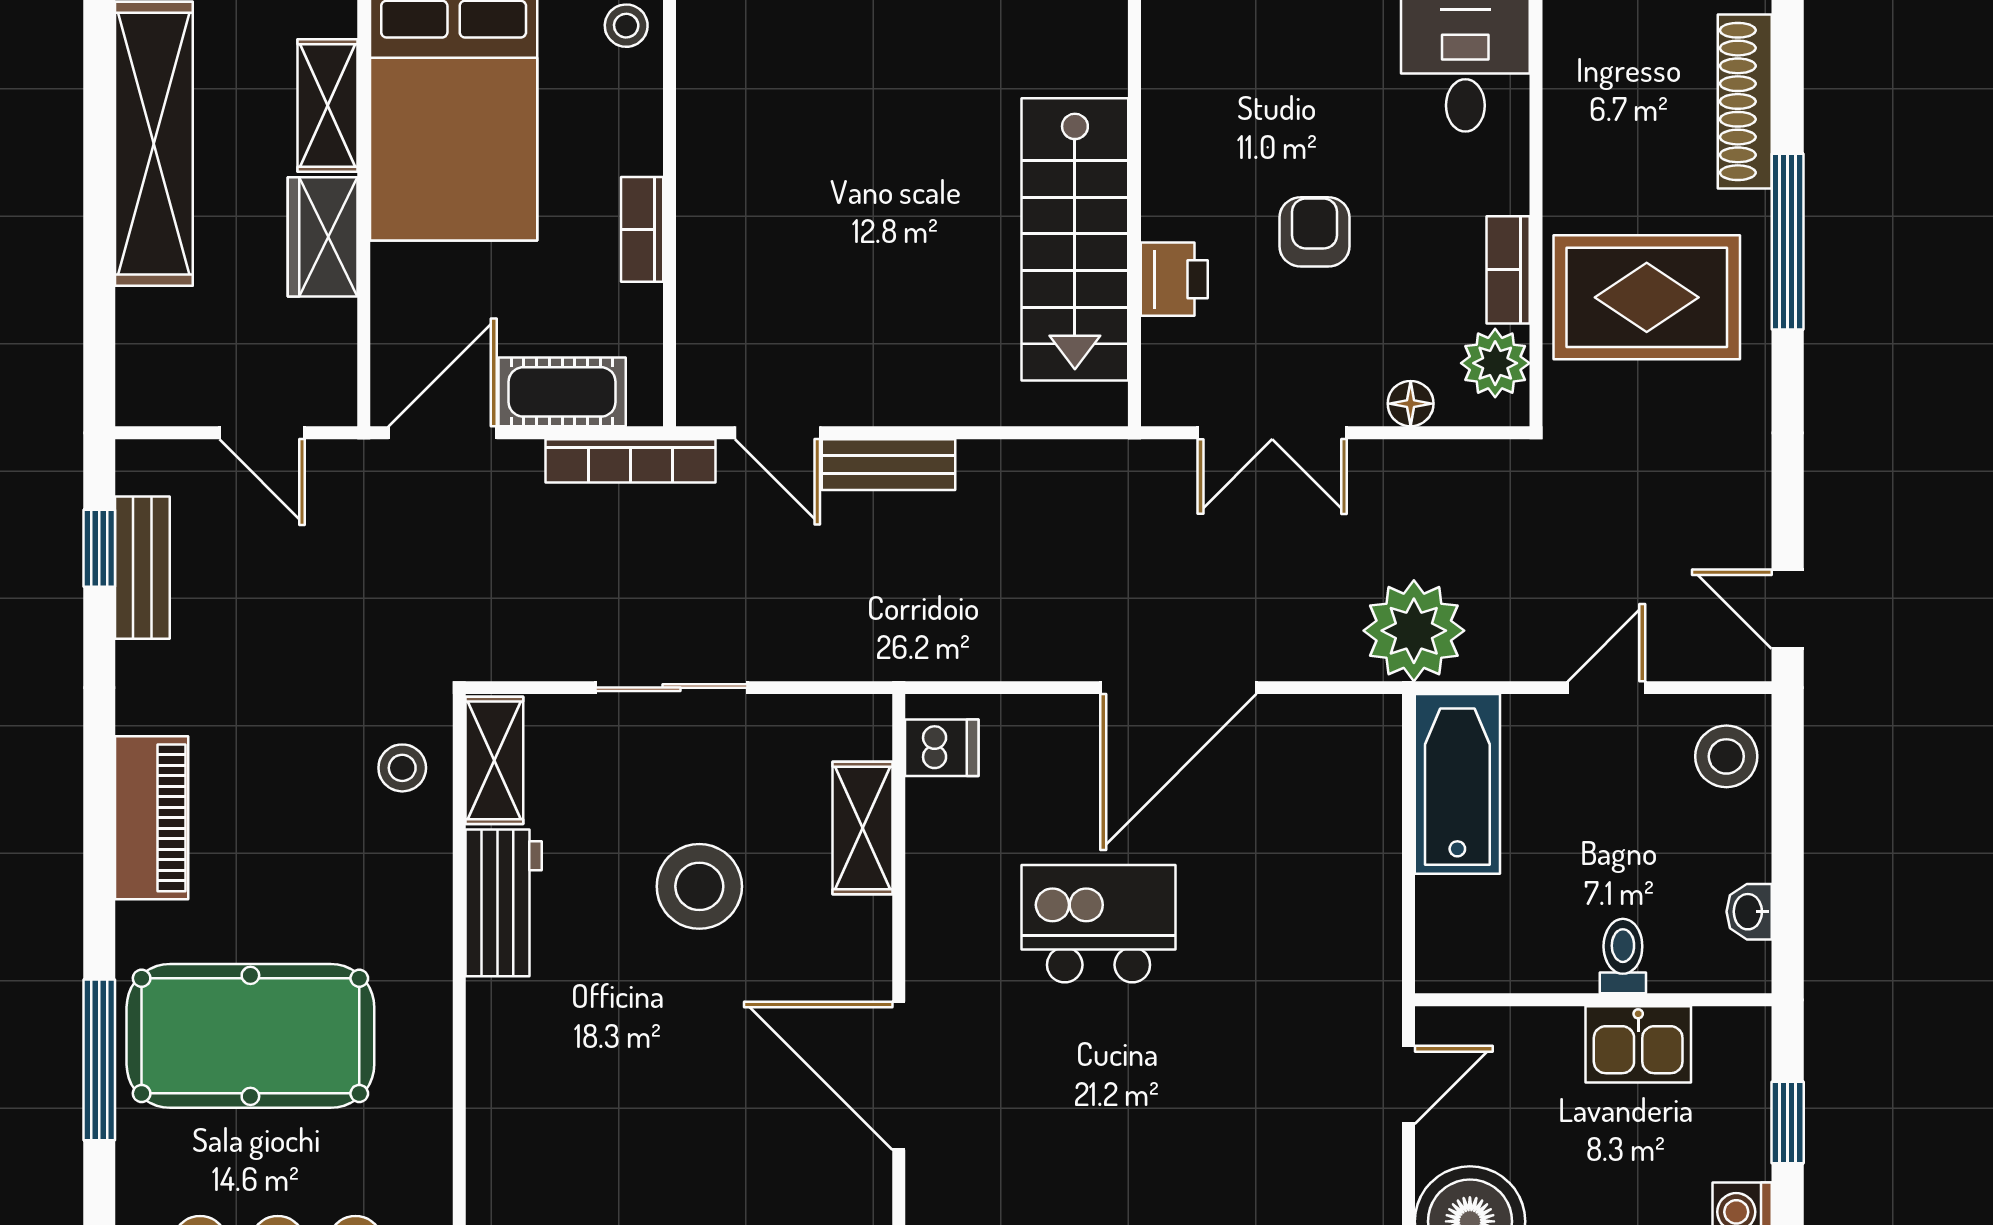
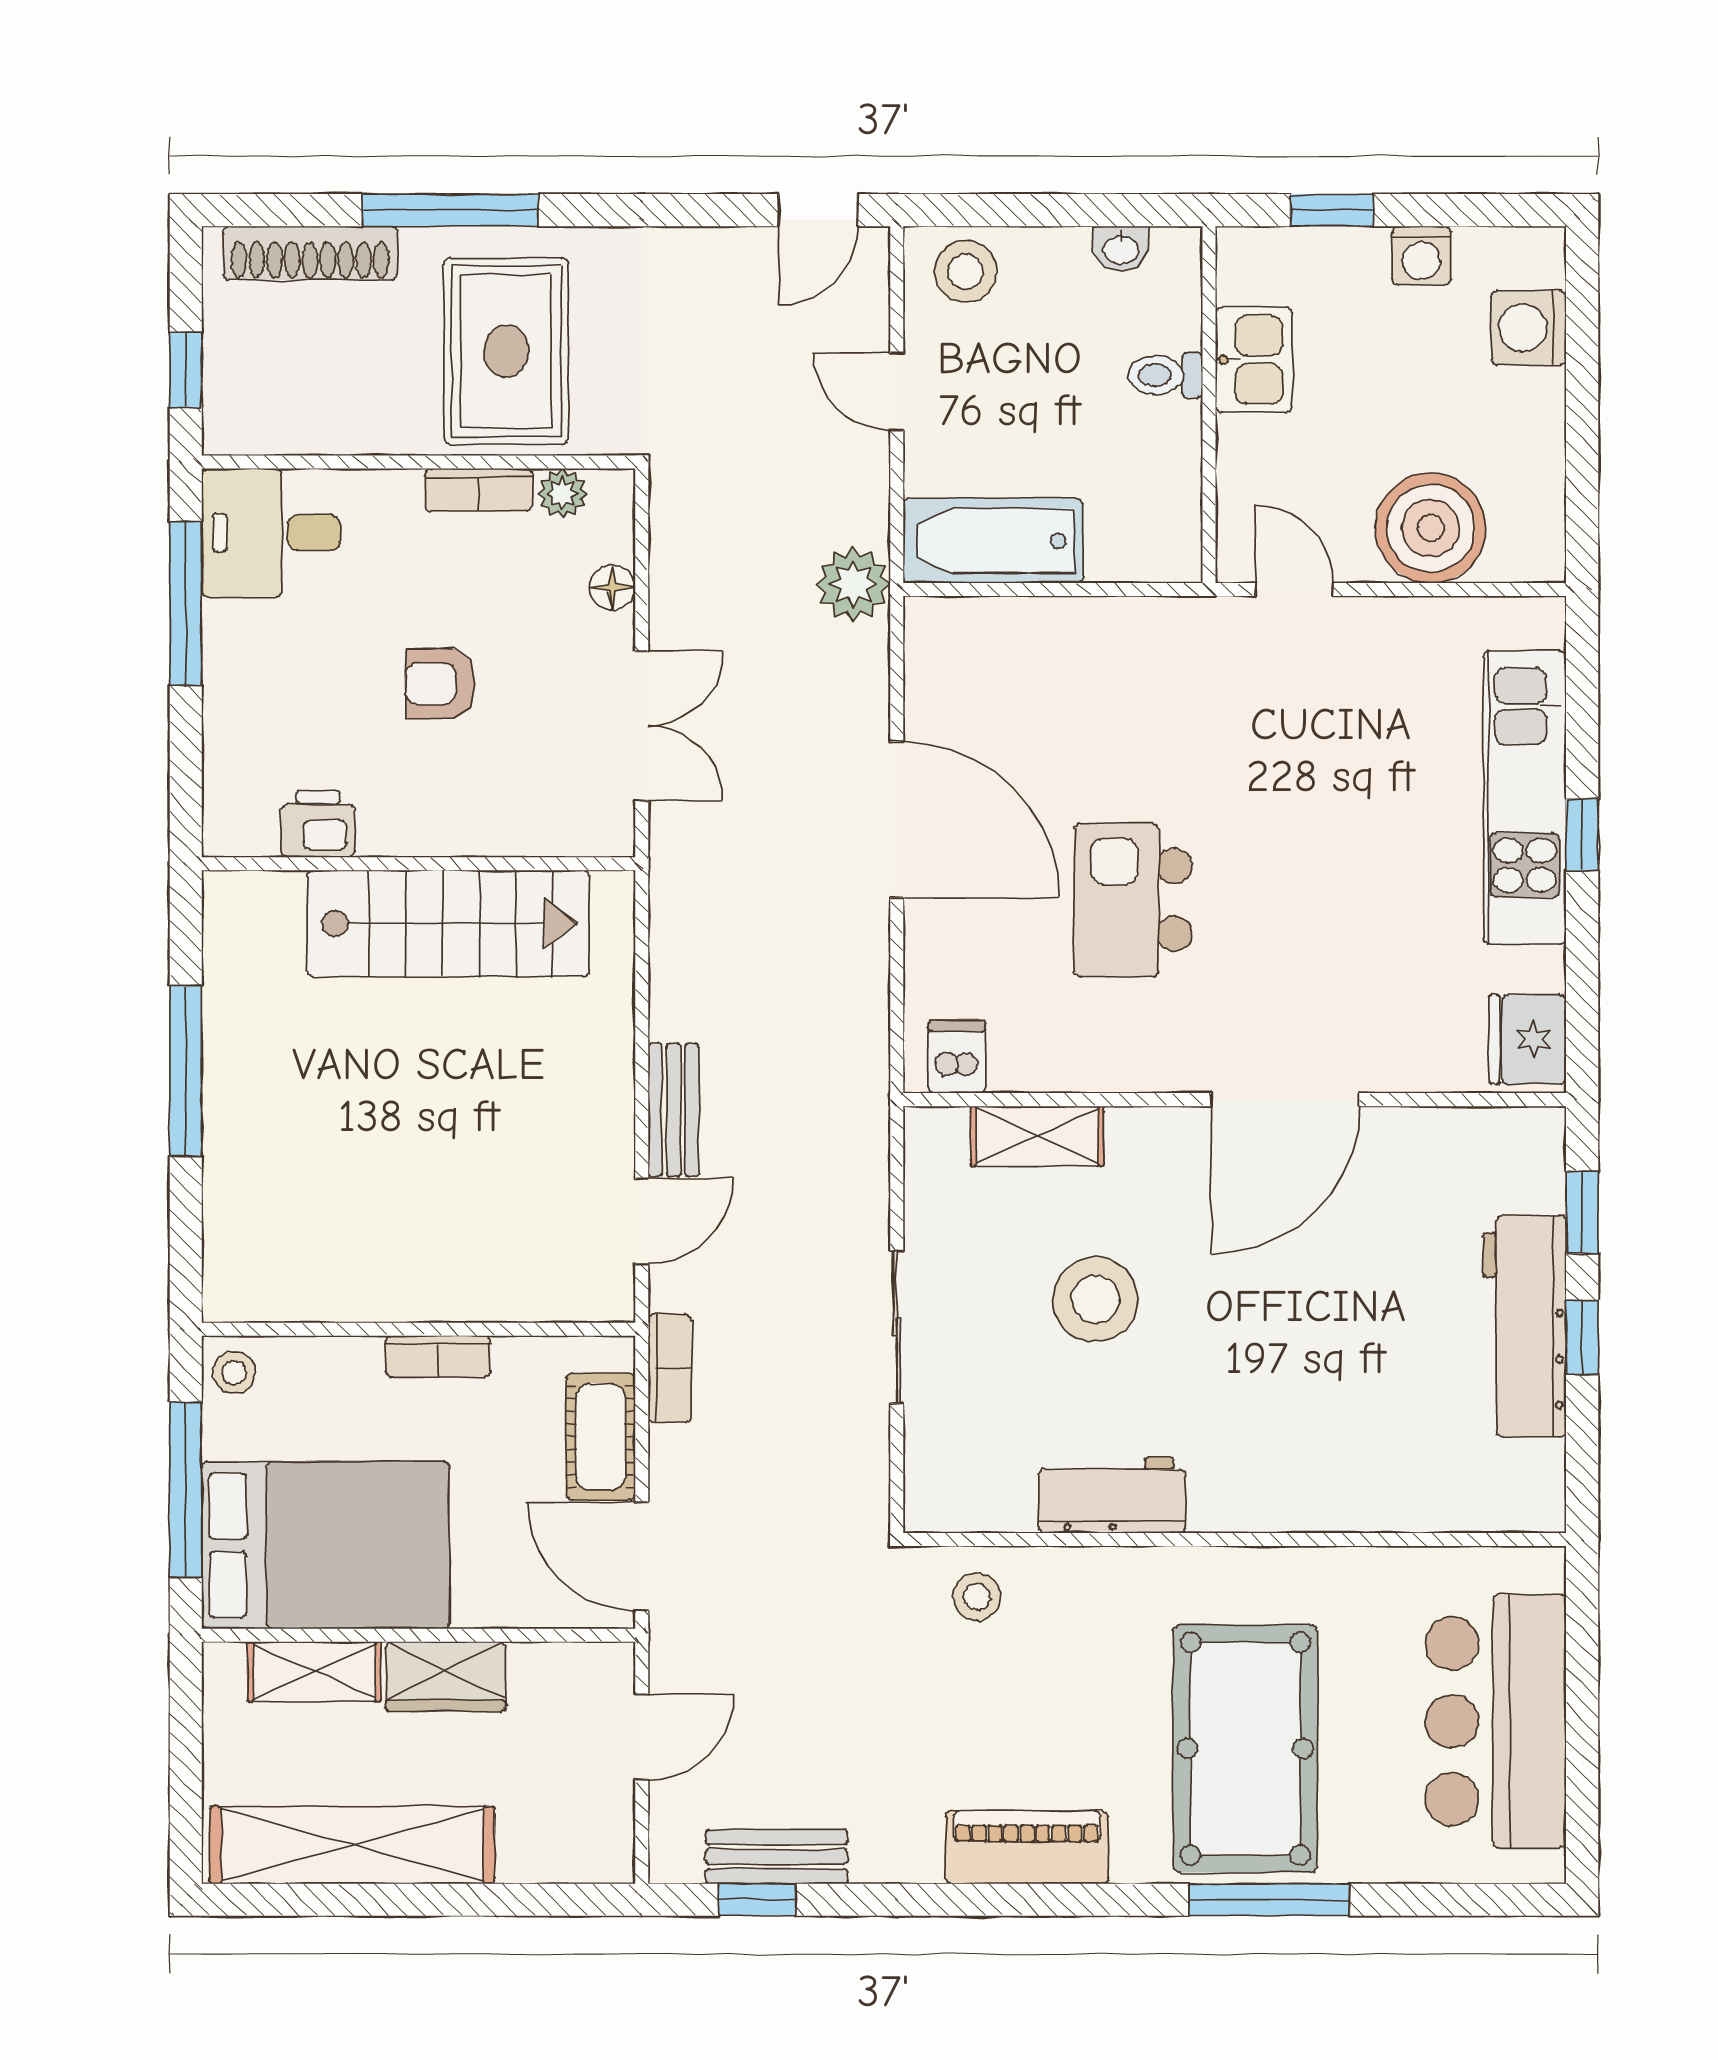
printer: (1174, 279) -> (318, 824), moved
plant: (1495, 363) -> (562, 493), width x0.73, depth x0.73
bookcase: (631, 461) -> (670, 1368), width x0.64
plant: (1414, 631) -> (853, 584), width x0.73, depth x0.73
shelving: (494, 760) -> (969, 1504), removed

